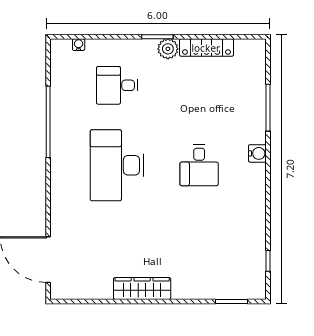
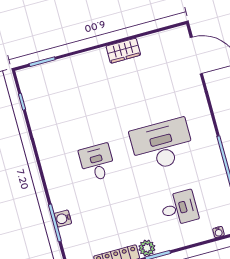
water cooler: (257, 153) -> (63, 219), moved
desk: (117, 165) -> (162, 145), turned -90
wardrobe: (142, 289) -> (123, 51), width x0.67

